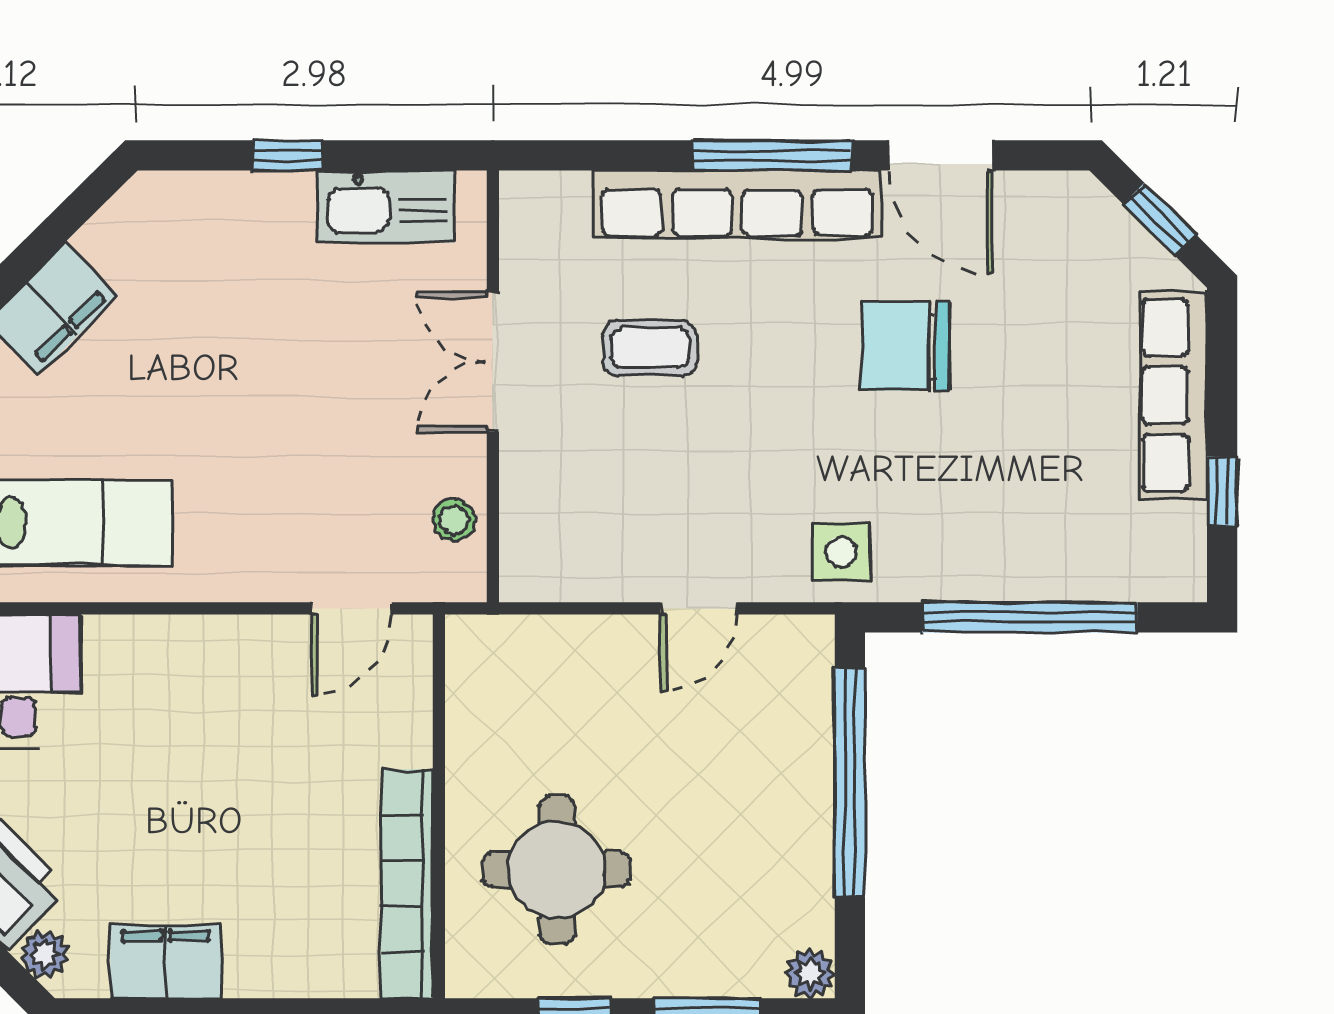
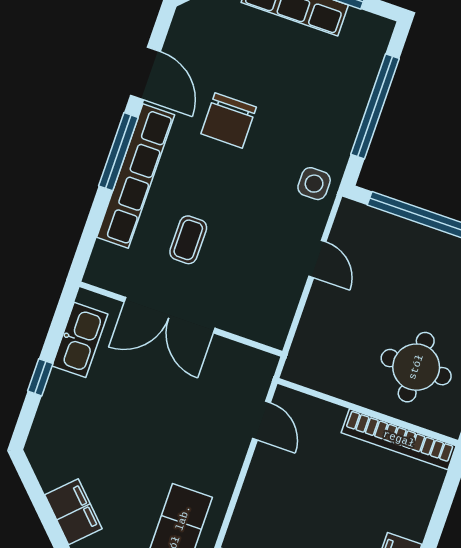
door: (941, 155) -> (146, 73), hinge flipped
double door: (493, 362) -> (169, 315), width x1.37
stool: (454, 520) -> (237, 359), removed

